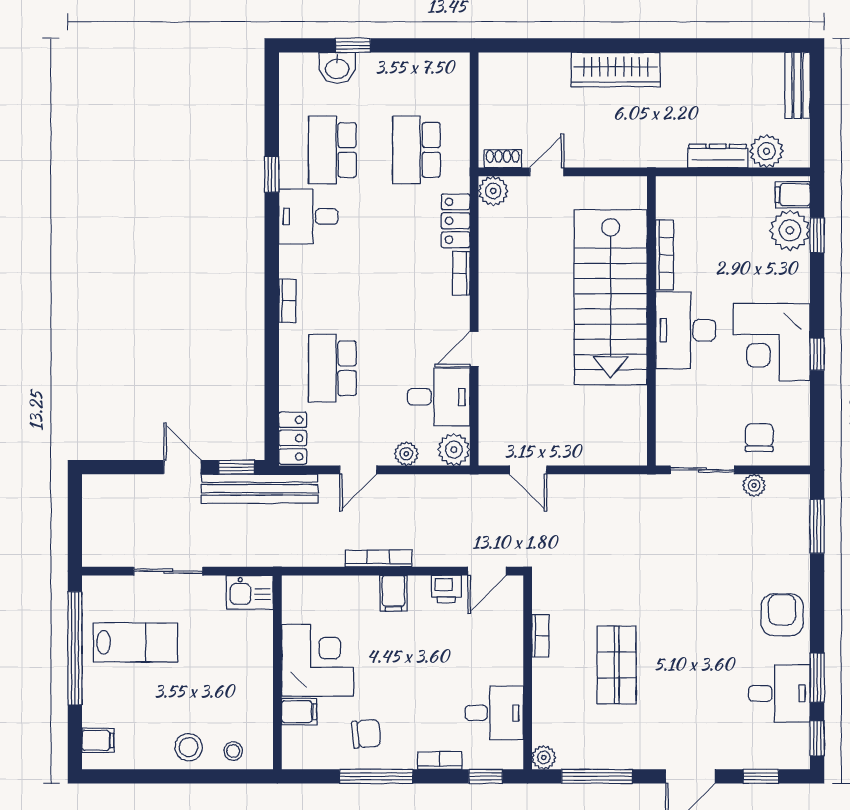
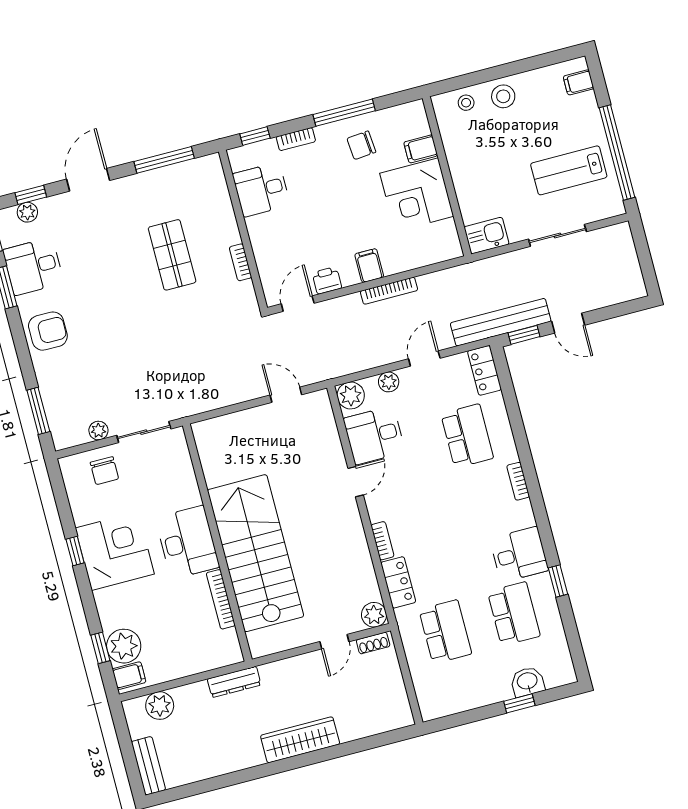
dresser: (718, 156) -> (234, 682), moved
armchair: (782, 615) -> (48, 331), turned -90
plant: (544, 757) -> (27, 212), moved

